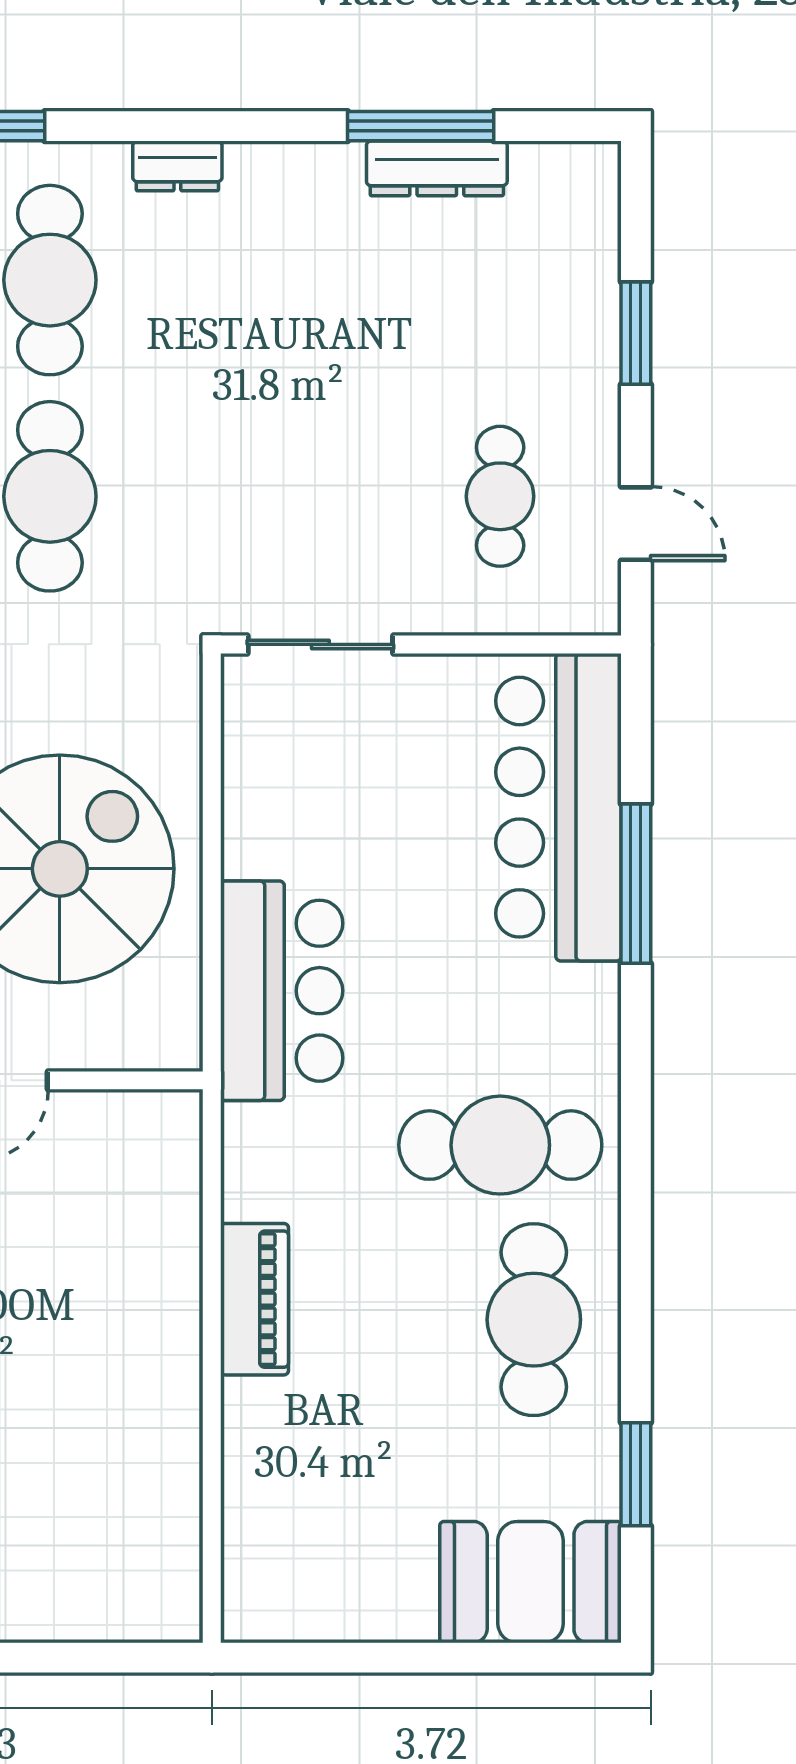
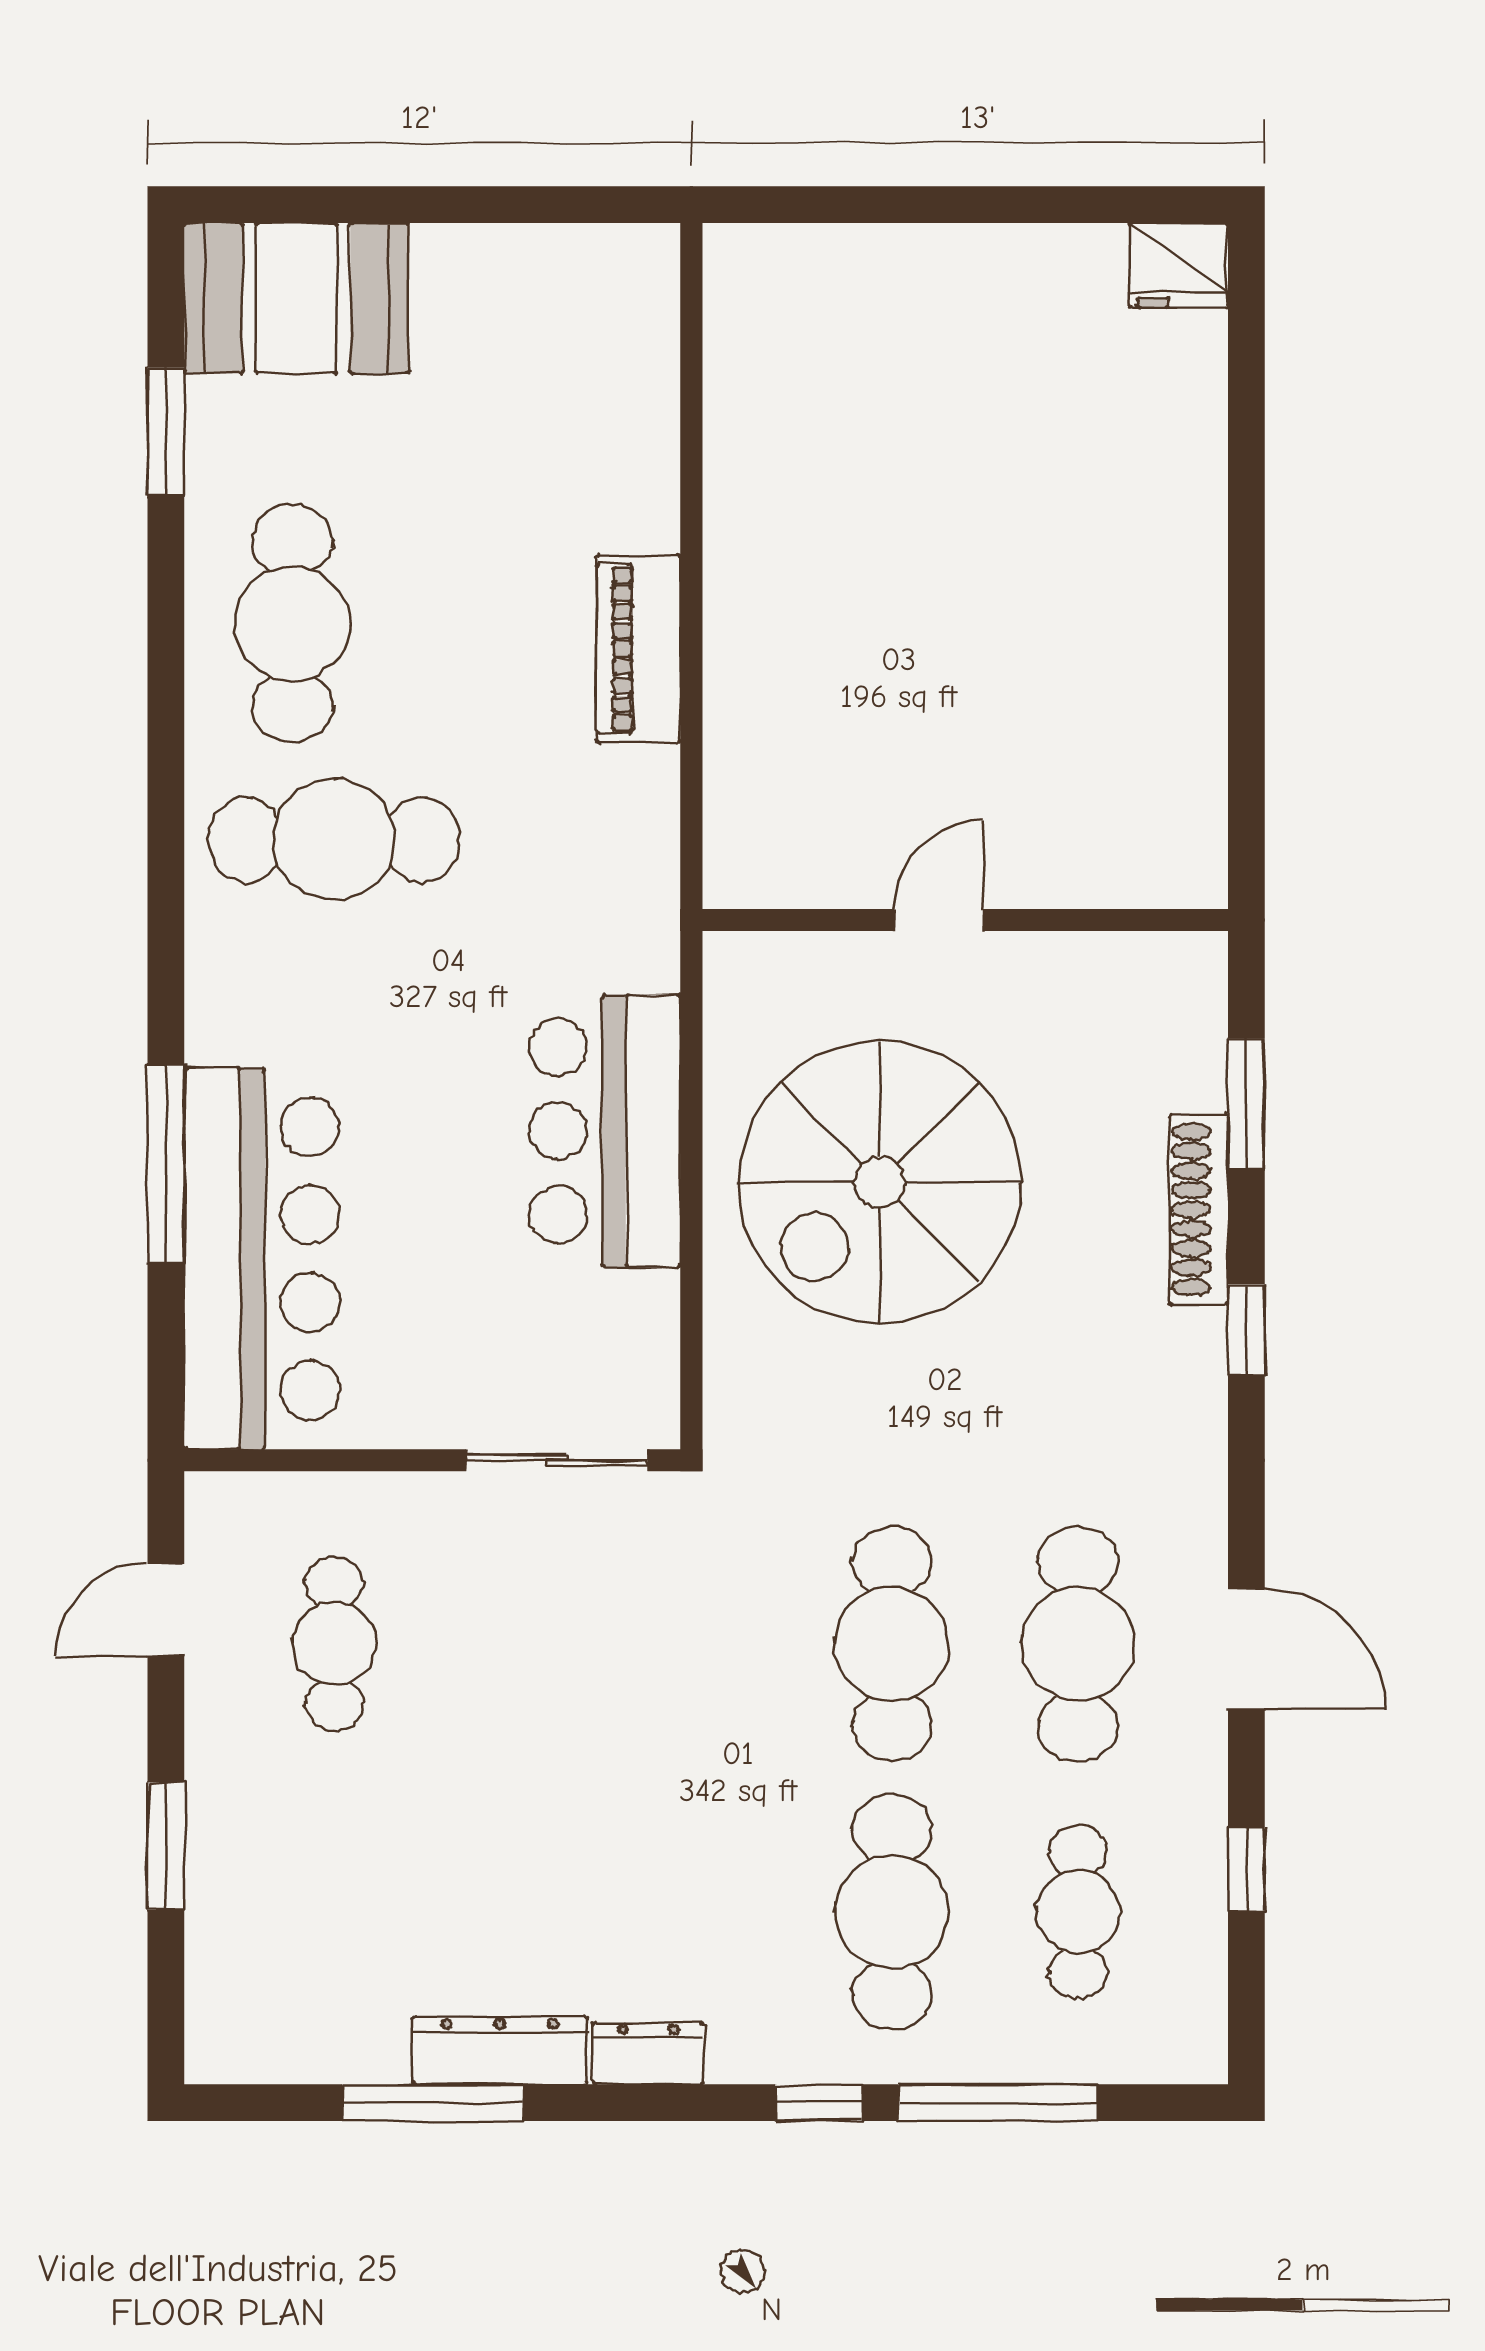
window: (109, 126) -> (819, 2103), added
dresser: (177, 166) -> (648, 2053), moved
dresser: (437, 168) -> (500, 2050), moved
door: (636, 524) -> (166, 1610), hinge flipped
bar counter: (282, 991) -> (605, 1131), moved

